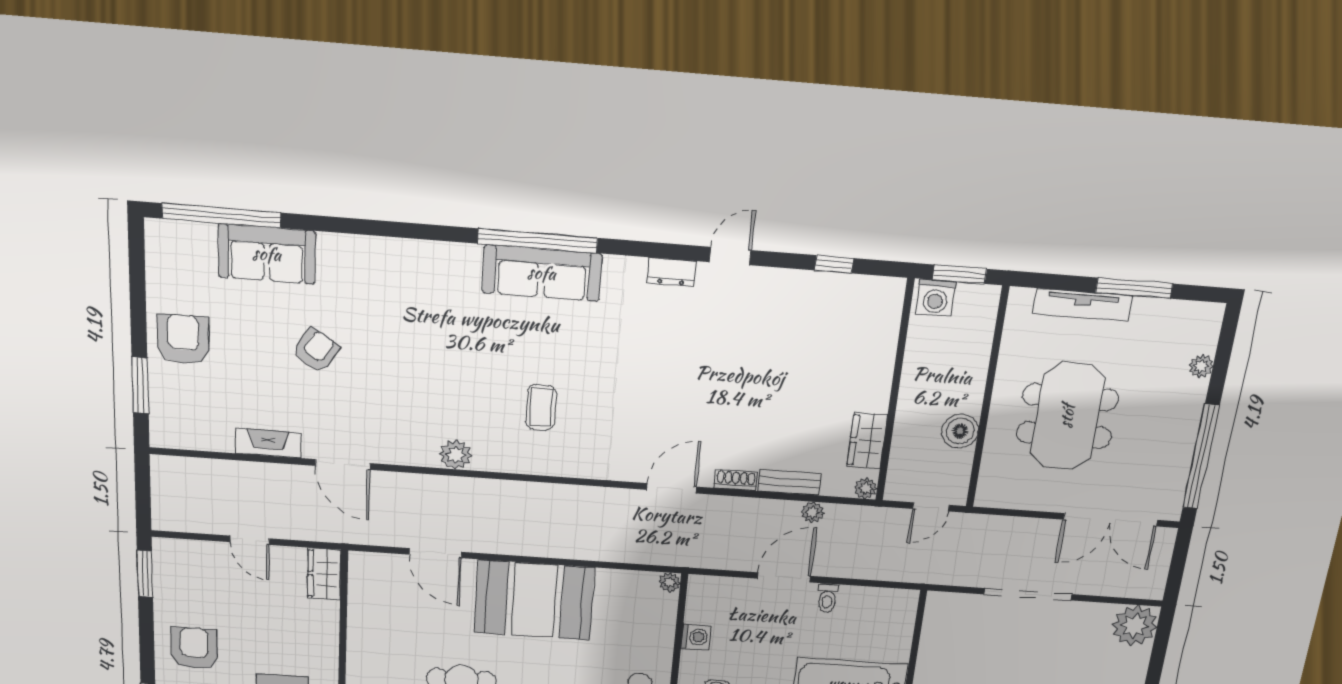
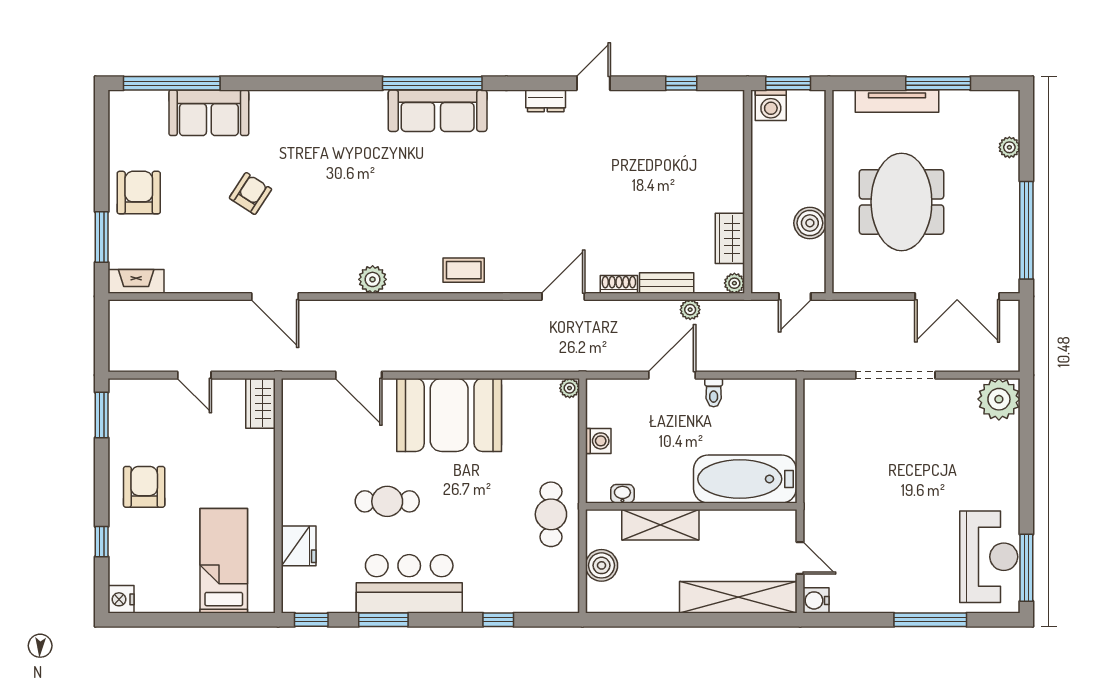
coffee table: (541, 407) -> (464, 270), moved, turned 90
fireplace: (268, 443) -> (136, 281), moved

